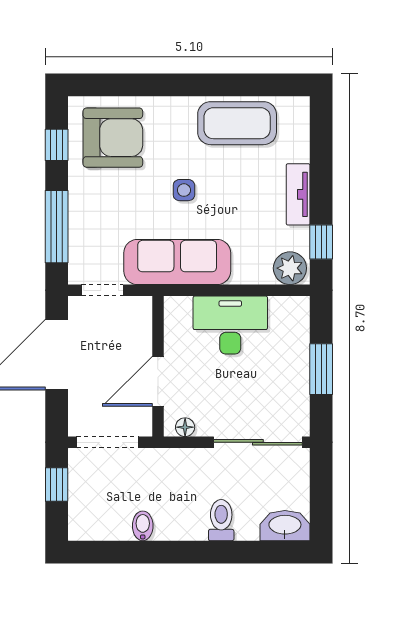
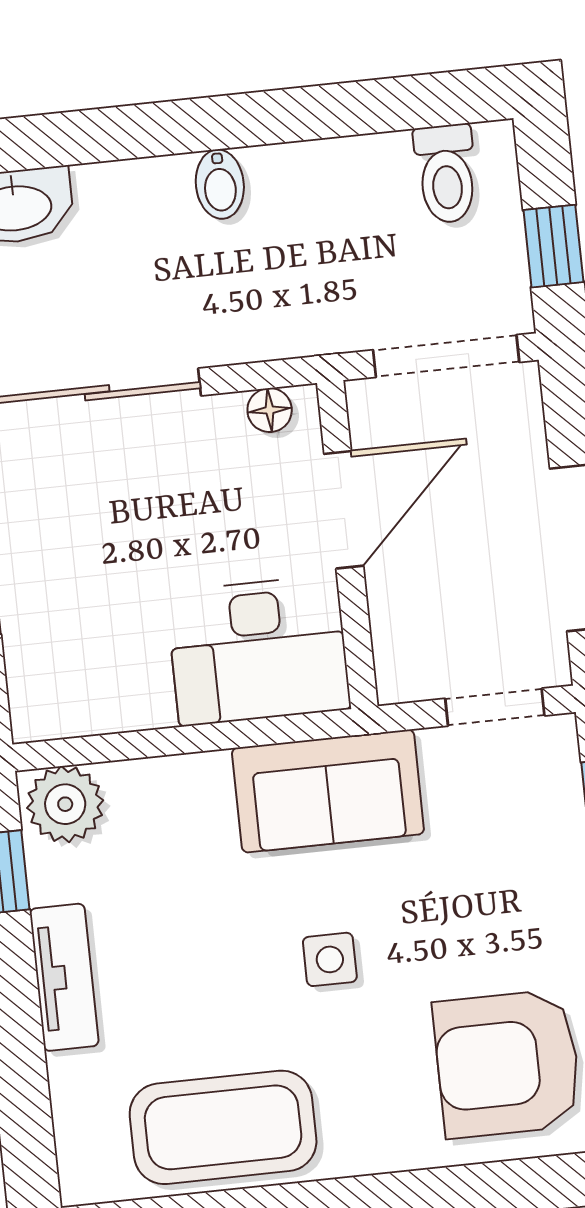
sofa: (177, 262) -> (328, 791), width x0.73
desk: (230, 325) -> (258, 651), moved
toilet: (221, 520) -> (446, 174), moved
bidet: (143, 526) -> (220, 184), moved

